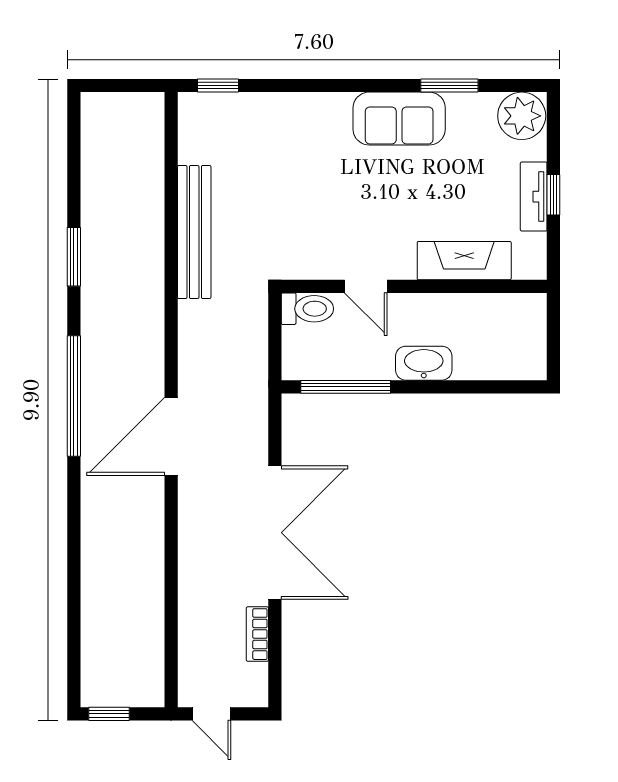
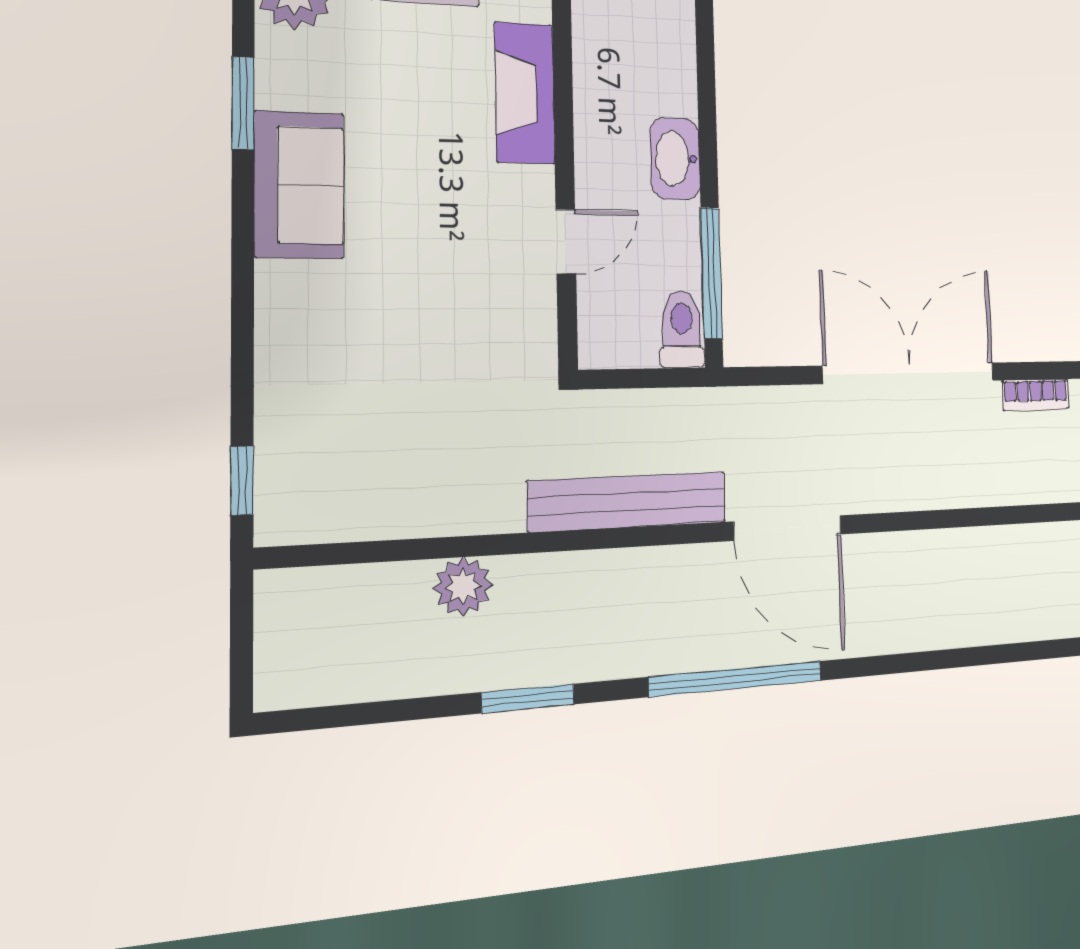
plant: (146, 217) -> (463, 586), added
bench: (194, 232) -> (628, 502), moved
toilet: (307, 309) -> (682, 329), moved

